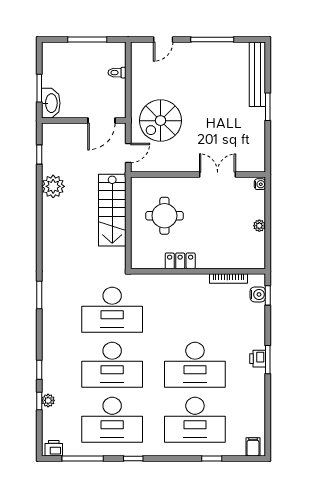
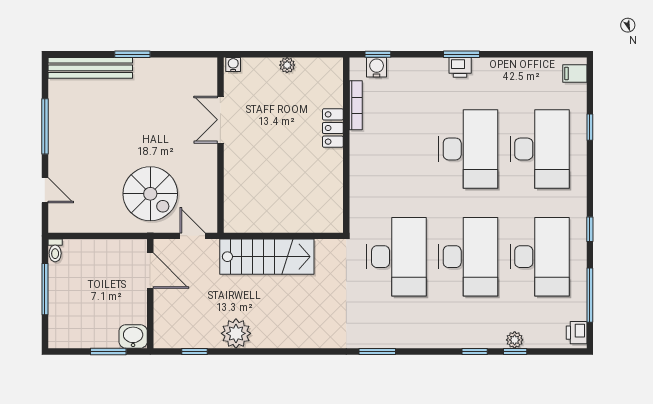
toilet: (117, 73) -> (55, 250), moved
washbasin: (51, 103) -> (133, 336), width x0.72
round table: (164, 216) -> (274, 189), removed
locker: (180, 261) -> (333, 128), moved

